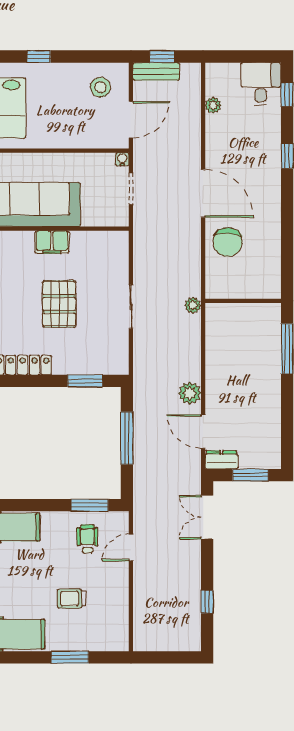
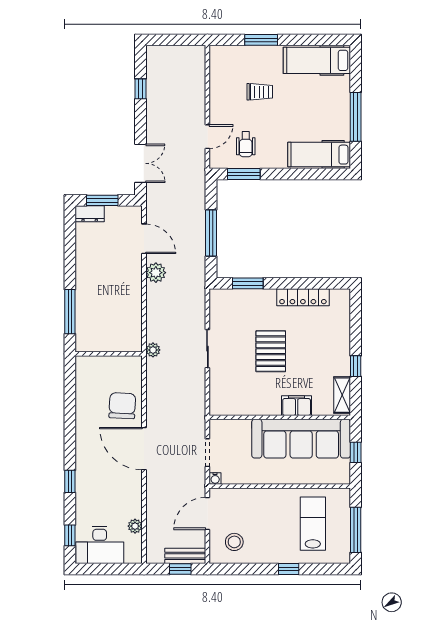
desk: (261, 84) -> (100, 545), width x1.37
filing cabinet: (52, 242) -> (297, 406), moved
dresser: (221, 460) -> (90, 214), moved

